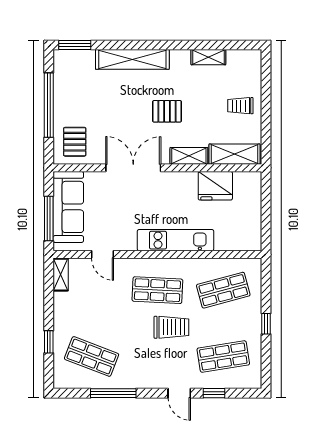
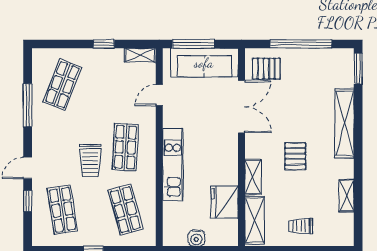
trolley: (240, 106) -> (301, 226), turned -90
double door: (133, 168) -> (242, 107), moved
water cooler: (253, 215) -> (196, 238), added
window: (49, 342) -> (104, 44), moved

